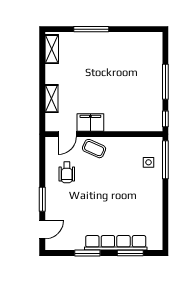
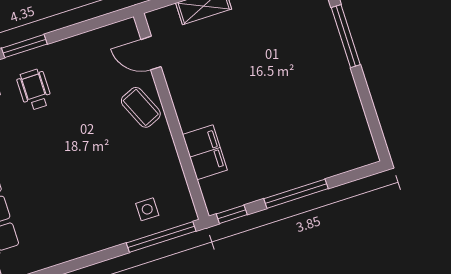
filing cabinet: (90, 123) -> (205, 152), moved
coffee table: (94, 149) -> (141, 107), turned -48
wheelchair: (67, 172) -> (34, 90), moved, turned 90

